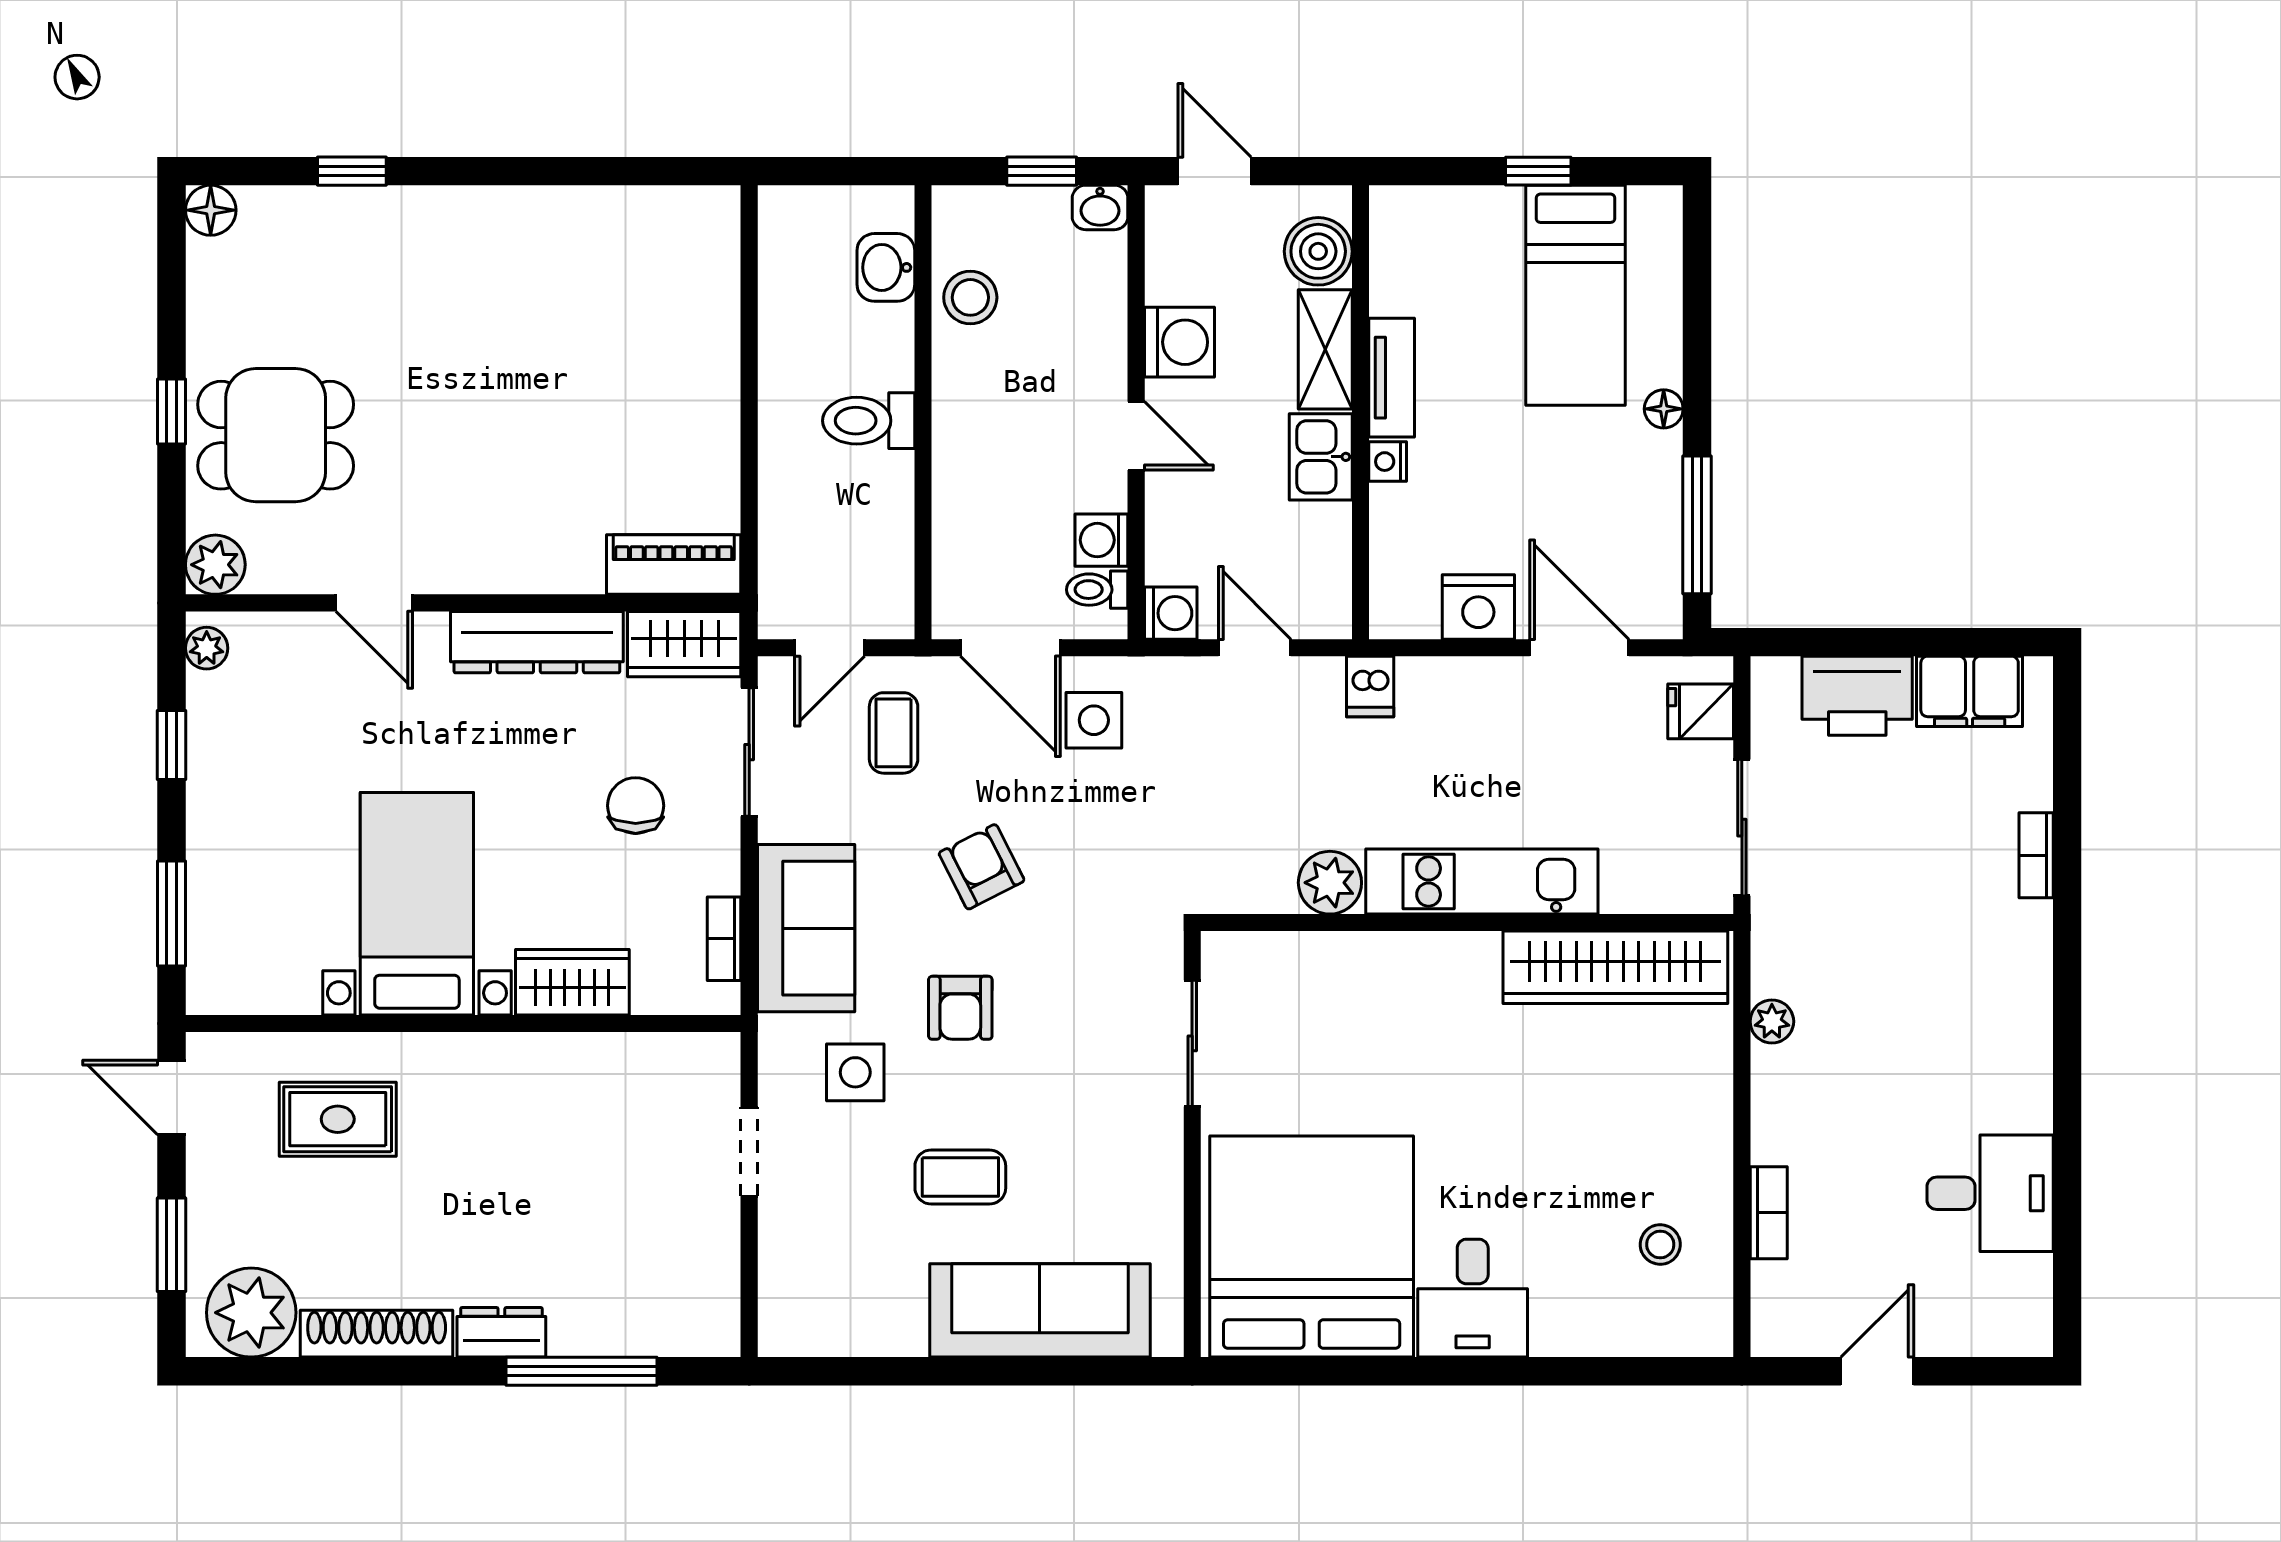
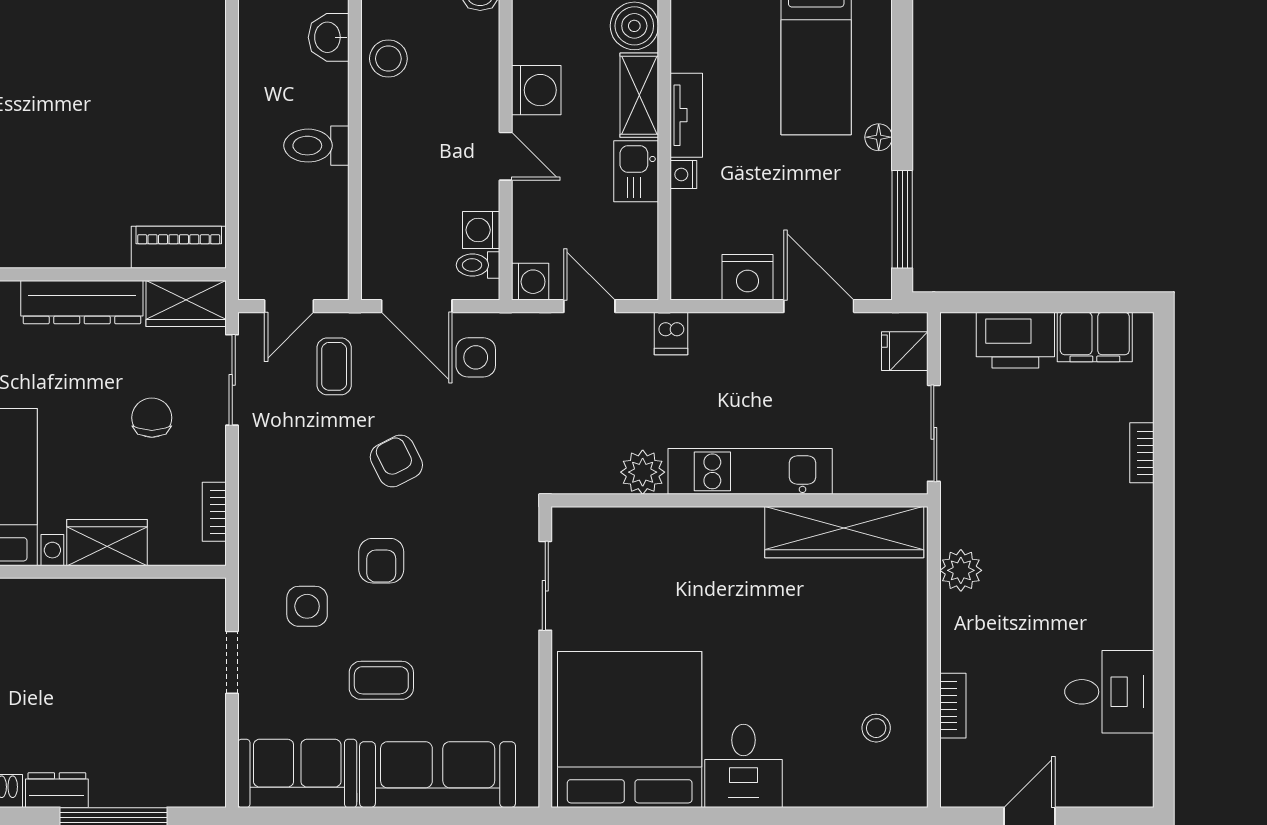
sofa: (806, 928) -> (297, 773), moved, turned -90
plant: (1772, 1021) -> (961, 570), width x1.38, depth x1.38

